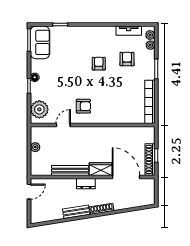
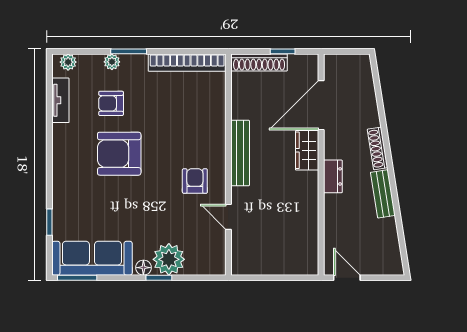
sofa: (40, 42) -> (92, 258), width x1.36
plant: (150, 45) -> (112, 62), moved
armchair: (99, 64) -> (119, 154), width x1.88, depth x1.88
plant: (39, 109) -> (169, 259), moved
plant: (35, 147) -> (268, 267), removed
shoe rack: (150, 159) -> (259, 62), moved
bench: (70, 171) -> (240, 153), moved

